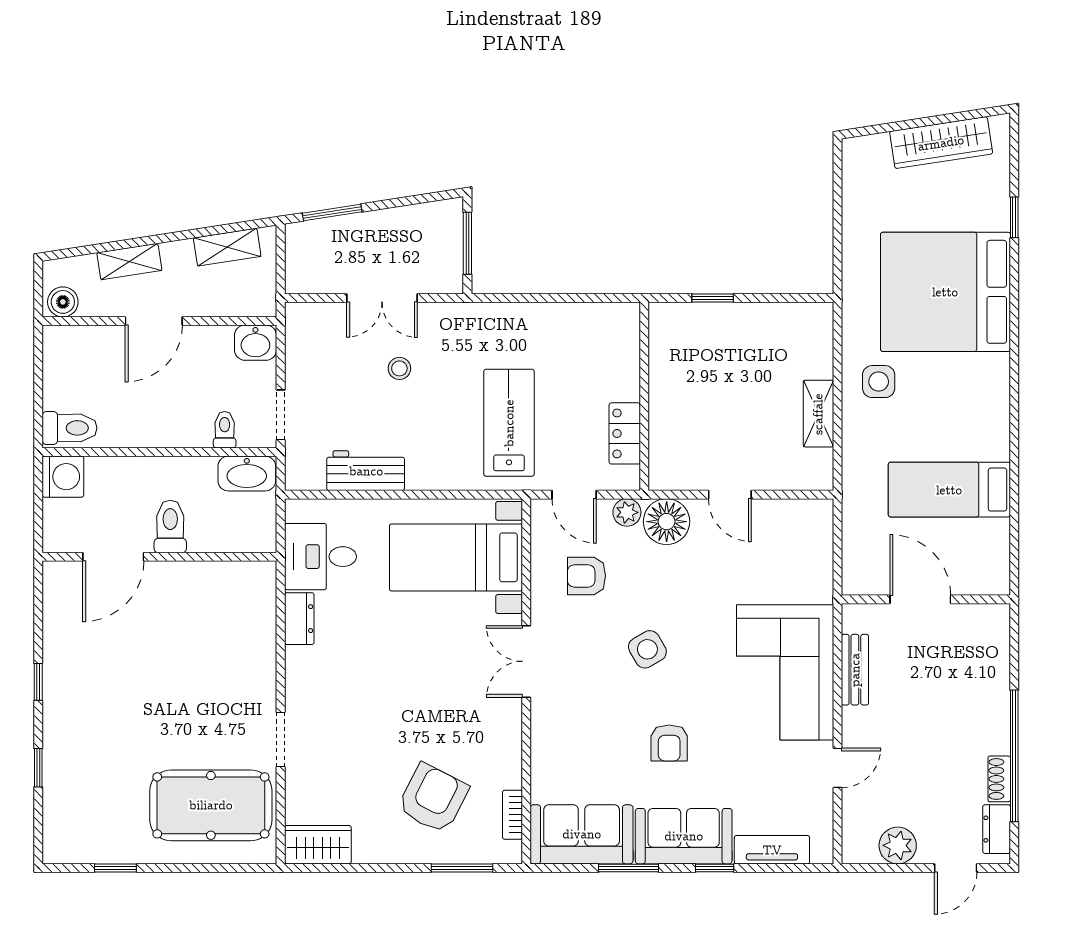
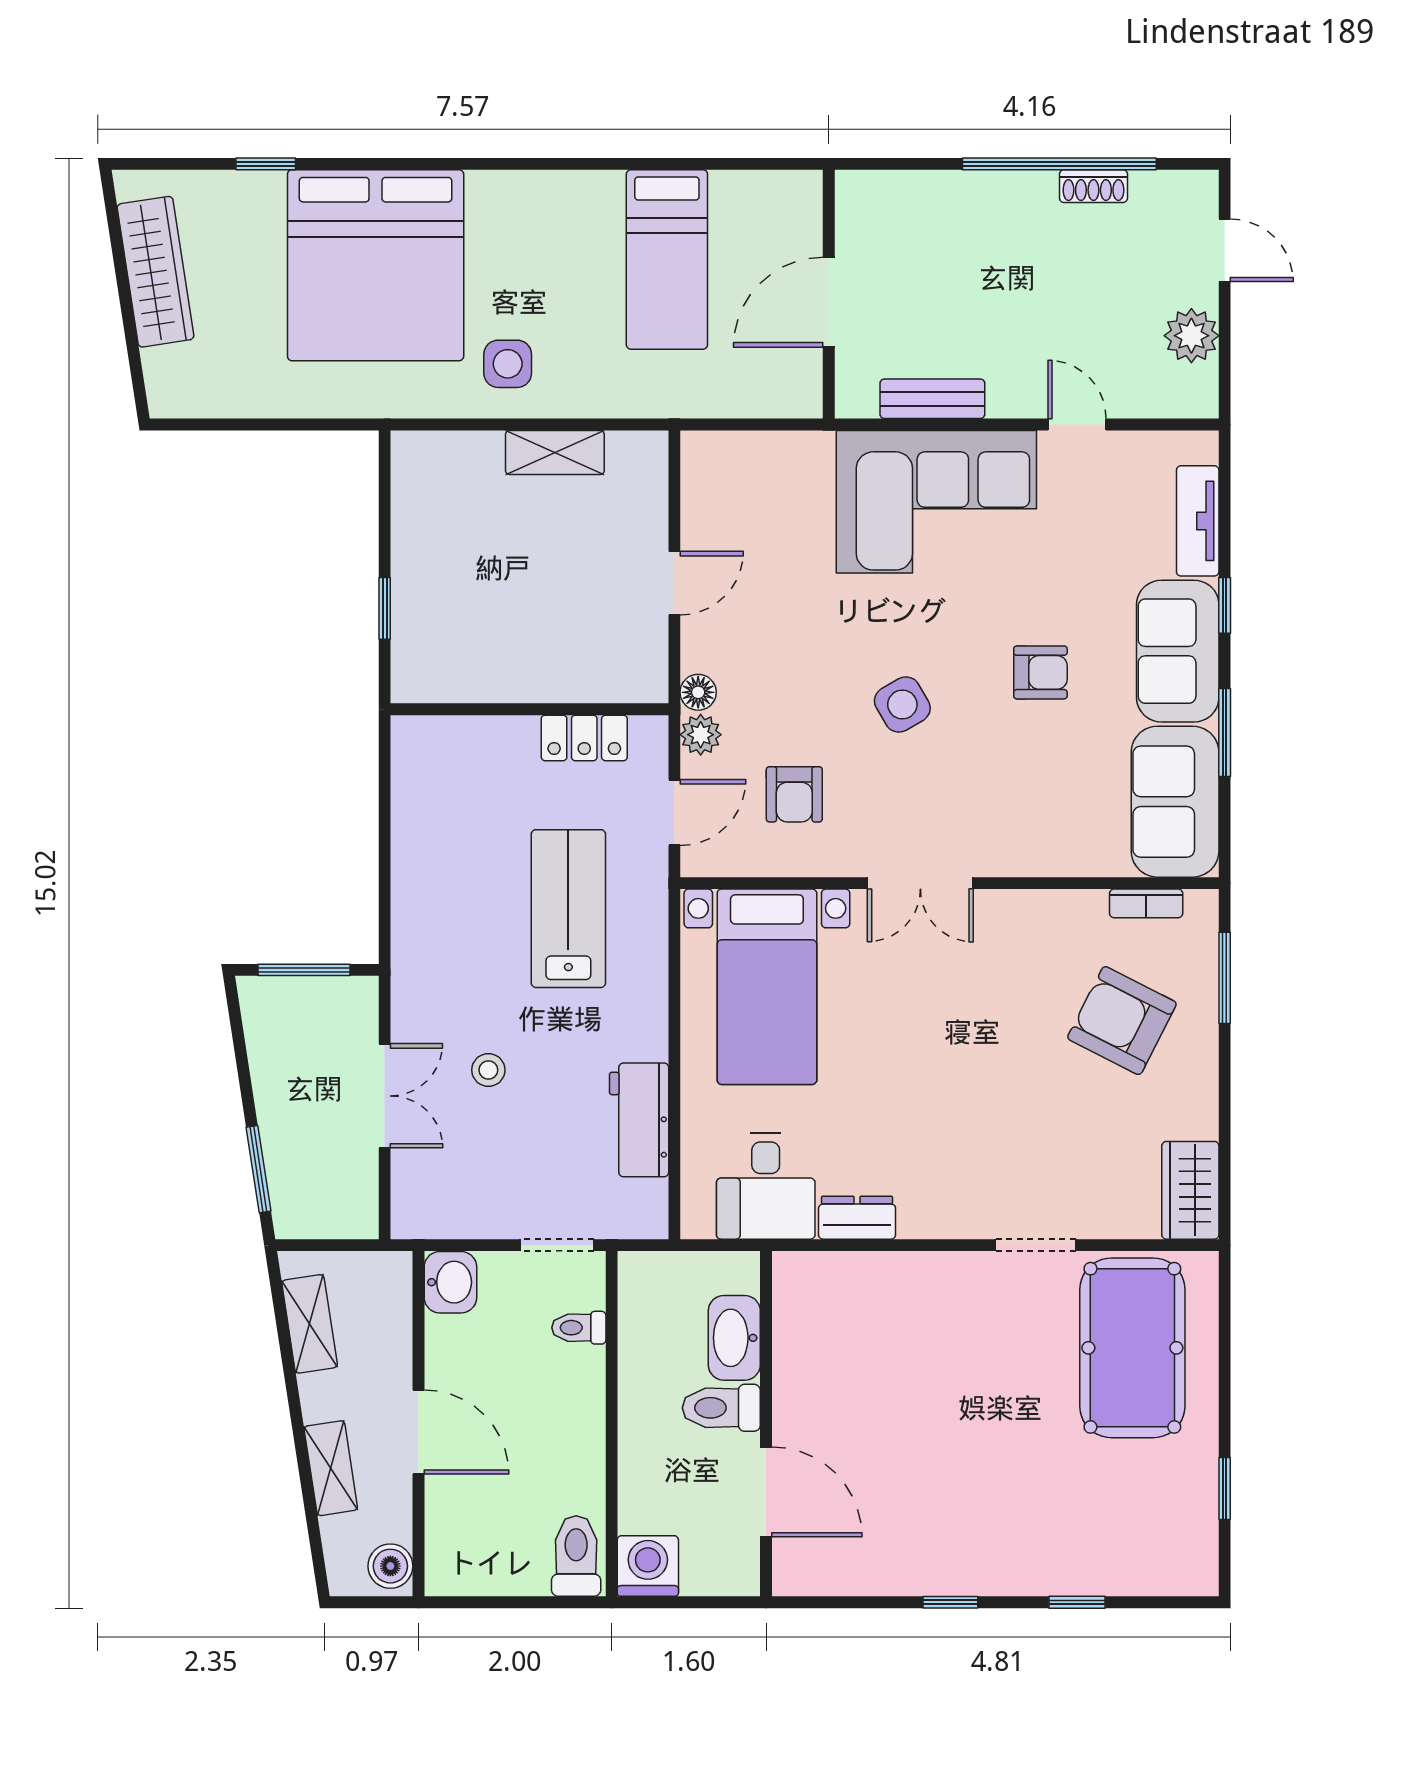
lab bench: (509, 423) -> (568, 909), turned 90
washbasin: (247, 474) -> (734, 1338), moved, turned 180
floor lamp: (667, 522) -> (698, 692), width x0.53, depth x0.53
dresser: (997, 829) -> (1167, 190), removed

